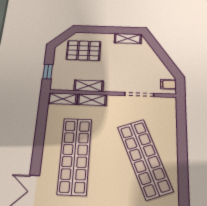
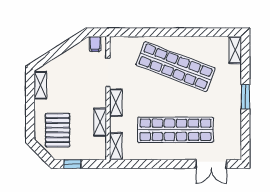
window: (48, 72) -> (72, 164), moved
shelving: (92, 100) -> (116, 103), moved
shop shelf: (145, 158) -> (175, 67), turned 42

